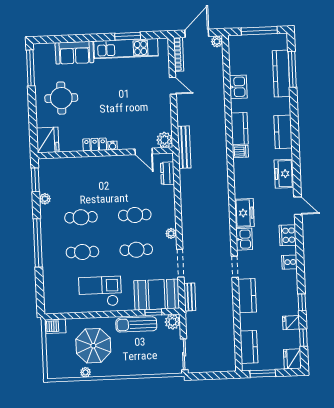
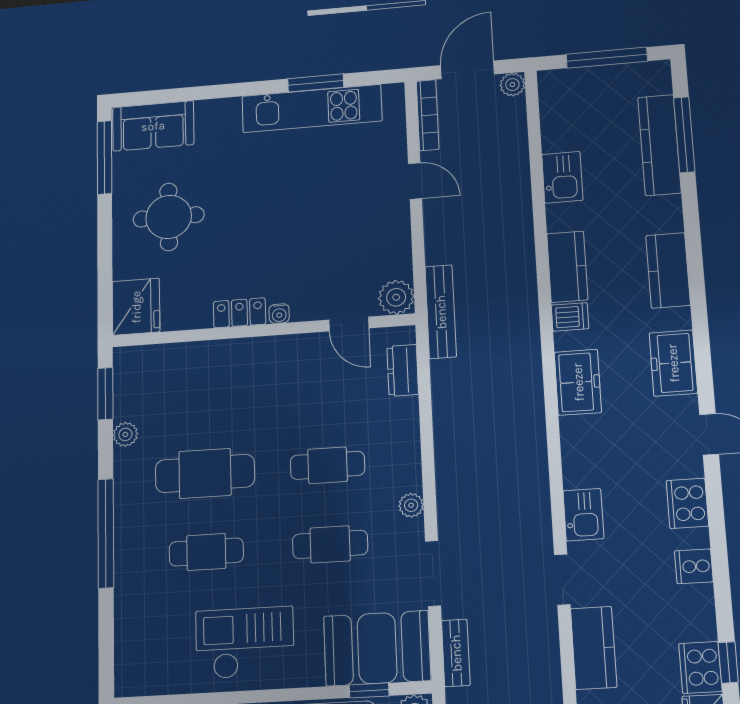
sofa: (74, 53) -> (153, 126), moved
freezer: (244, 213) -> (578, 382), moved
cafe table: (81, 217) -> (205, 473), width x1.37, depth x1.35
cooker: (291, 304) -> (700, 667), added

